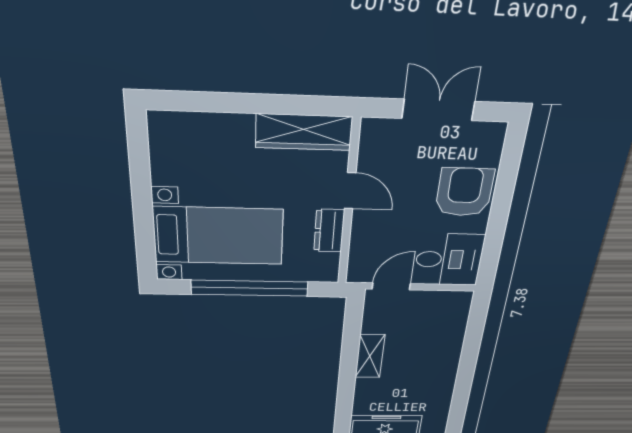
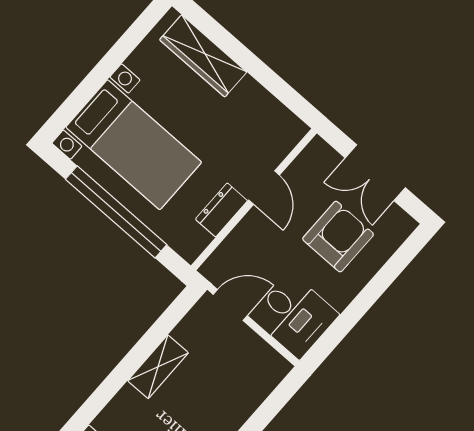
double door: (438, 110) -> (375, 173), swing flipped
wardrobe: (304, 132) -> (203, 56), moved
armchair: (464, 192) -> (338, 237), moved

